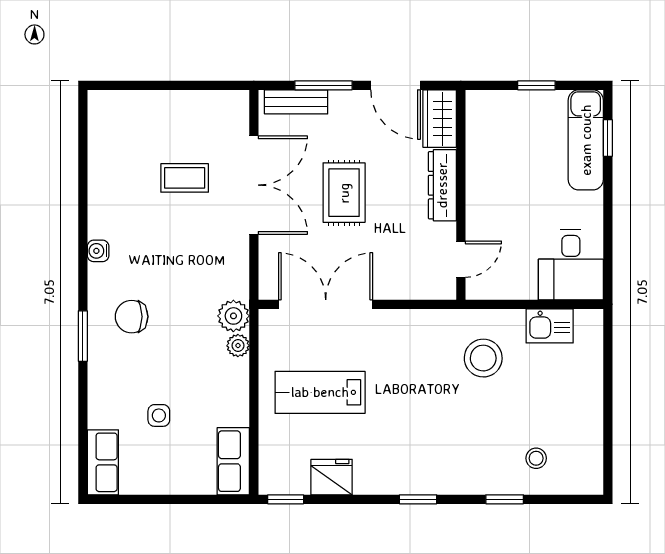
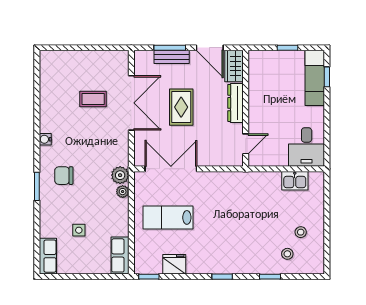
bench: (296, 102) -> (172, 57), moved
stool: (483, 358) -> (301, 232), moved, width x0.53, depth x0.53

